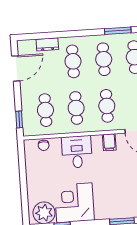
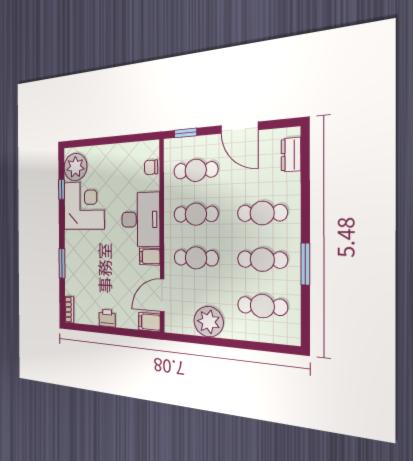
window: (118, 31) -> (305, 264), moved
dresser: (47, 44) -> (291, 155), moved
door: (16, 68) -> (239, 128), moved
desk: (77, 152) -> (141, 219), width x1.37

